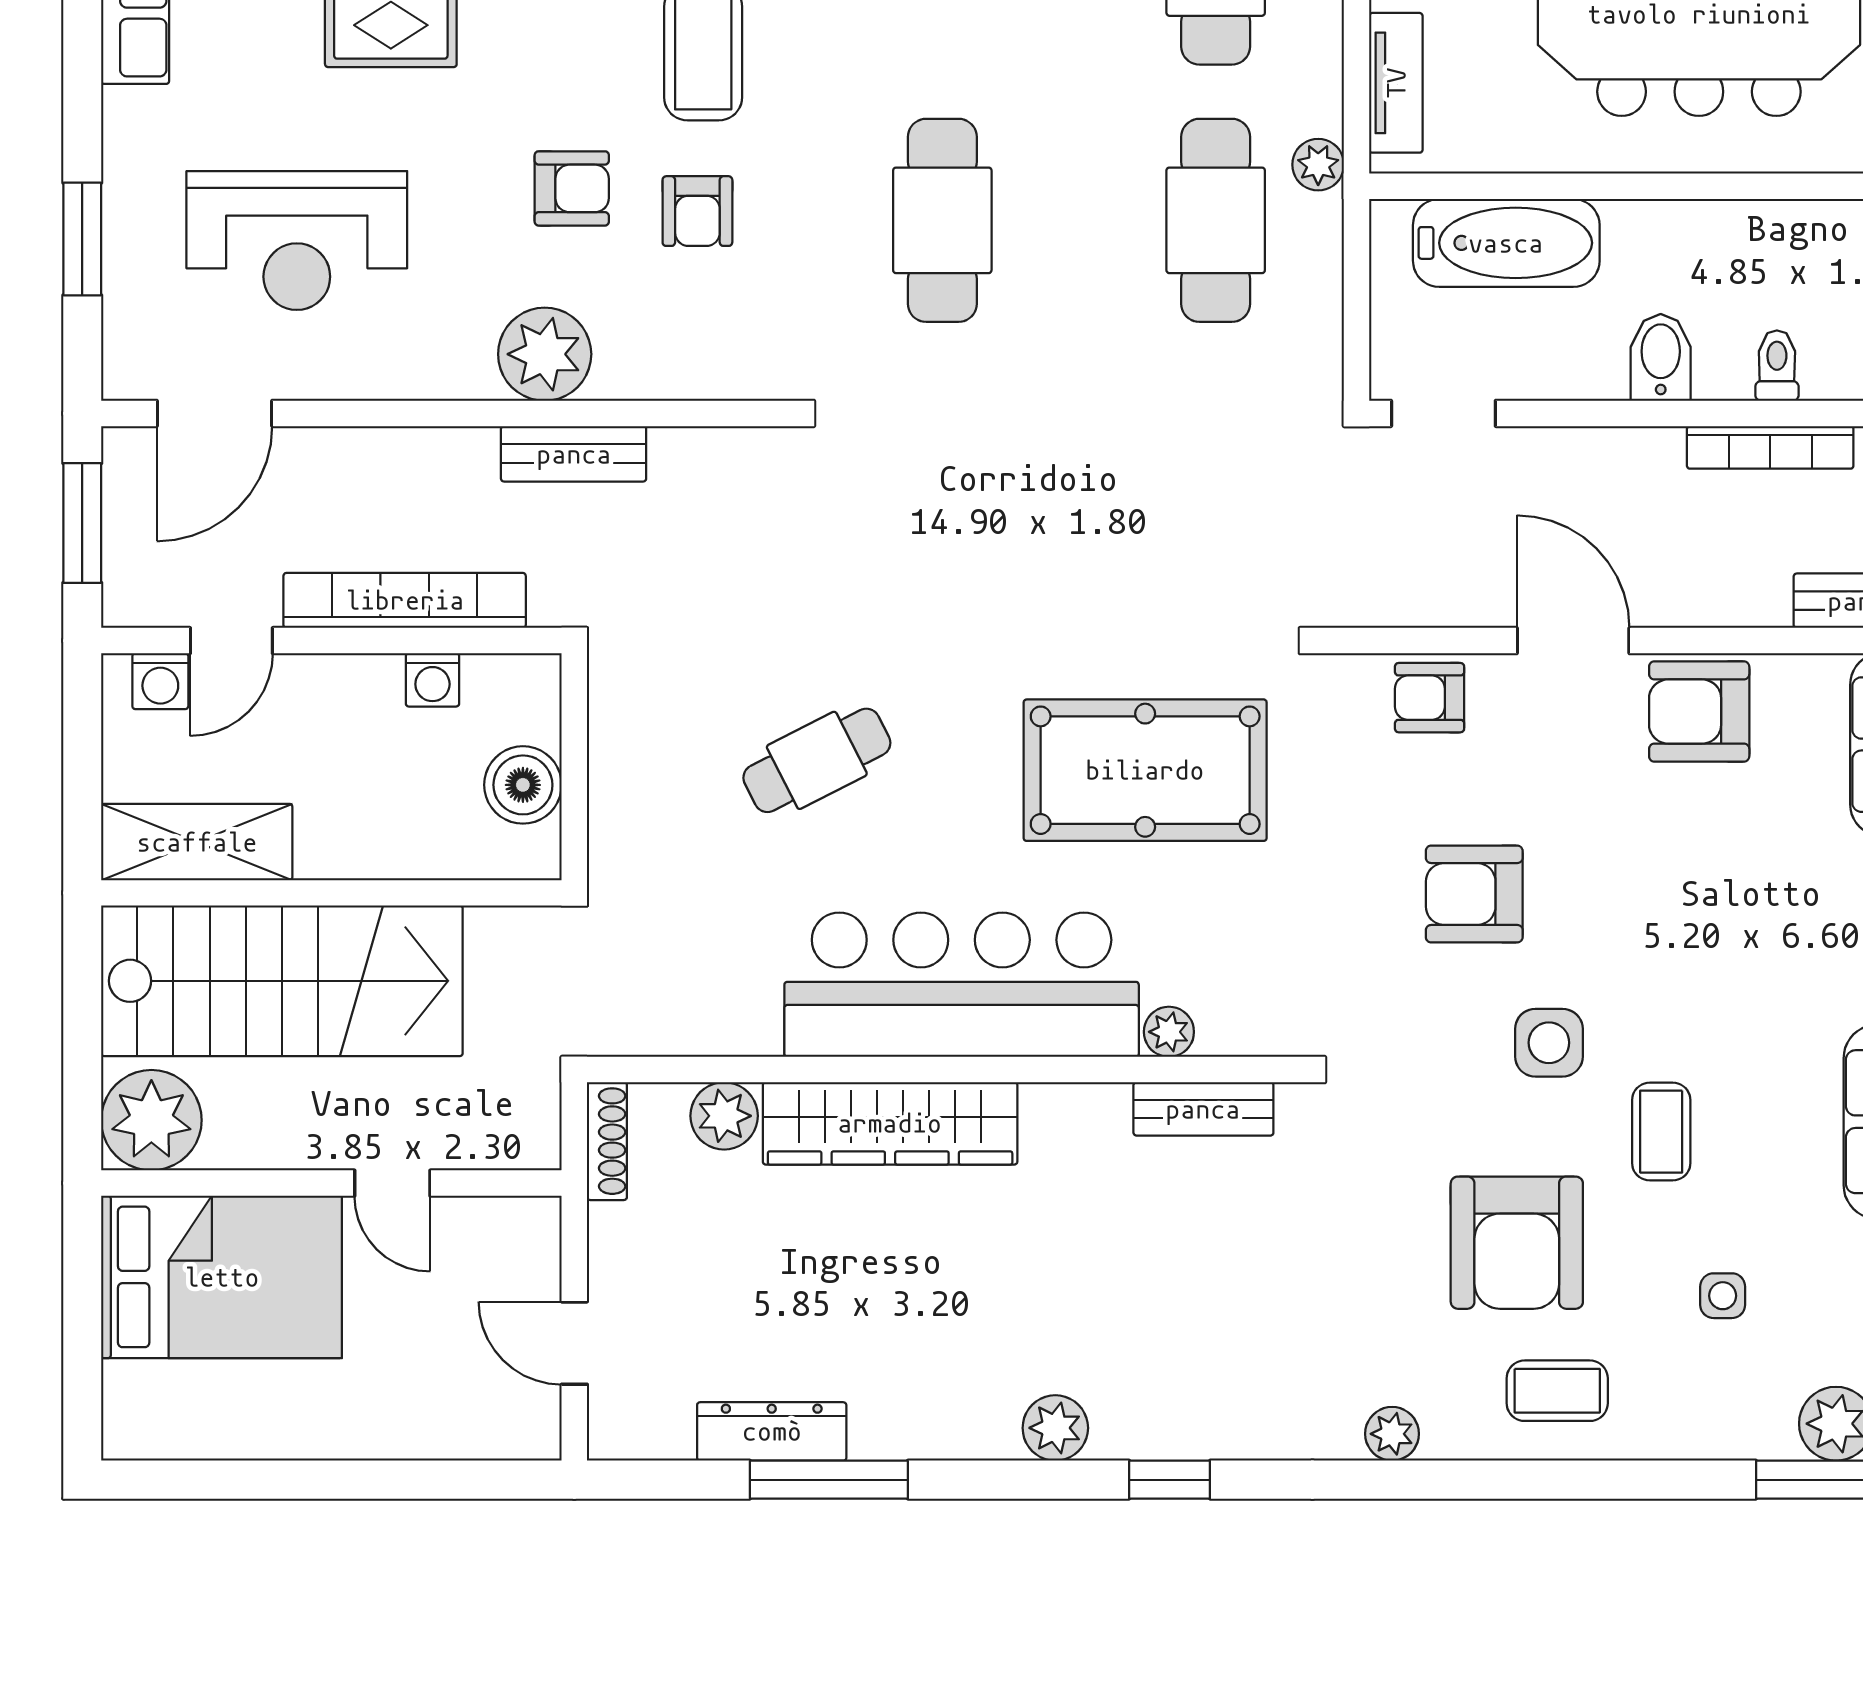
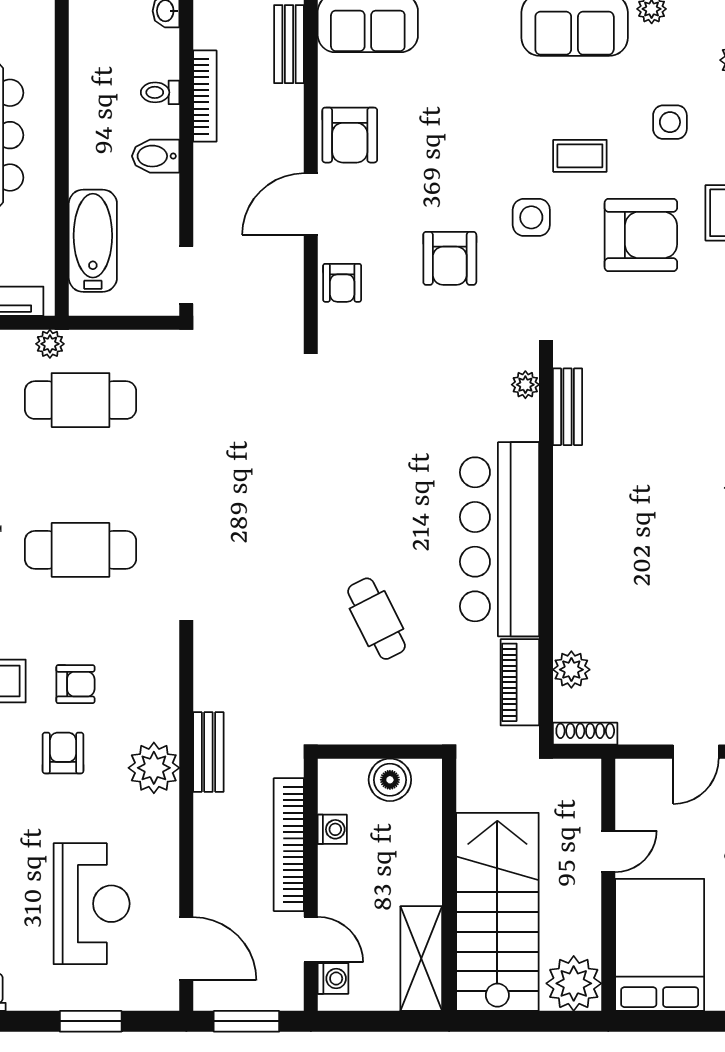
pool table: (1145, 770) -> (382, 439), removed
piano: (701, 1022) -> (520, 682), added
plant: (1169, 1032) -> (525, 385), moved
wardrobe: (890, 1123) -> (575, 579), removed
side table: (1723, 1296) -> (670, 122), width x1.37, depth x1.37

